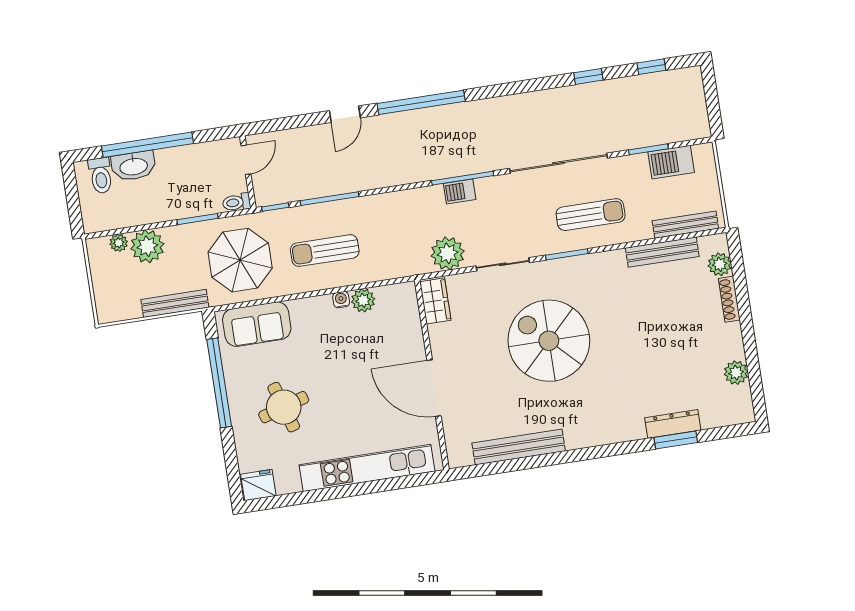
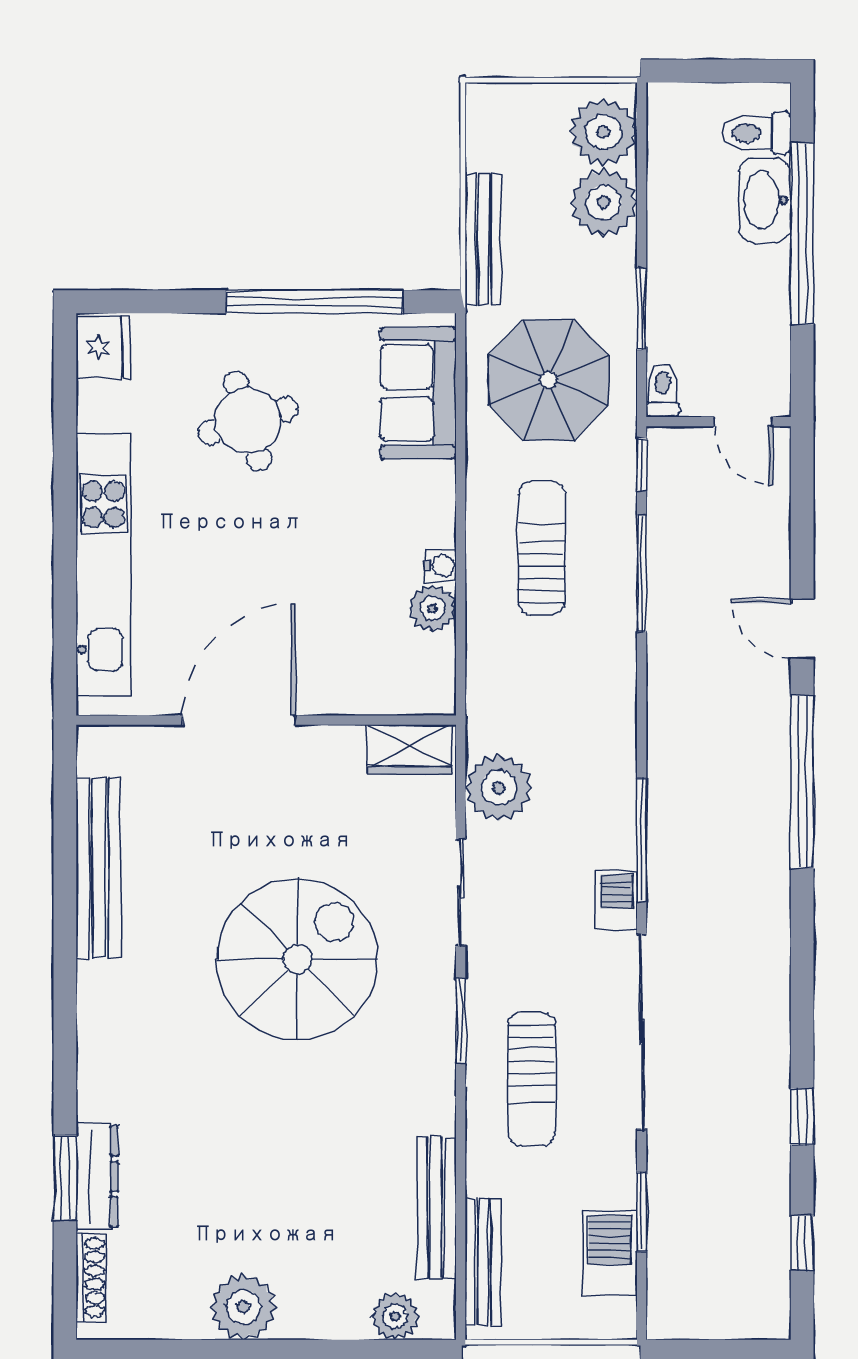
barbecue: (460, 191) -> (616, 900), moved
plant: (119, 243) -> (603, 132), width x1.87, depth x1.87
shoe rack: (729, 299) -> (91, 1277), moved, turned 90
plant: (736, 373) -> (243, 1307), moved, width x1.36, depth x1.36

